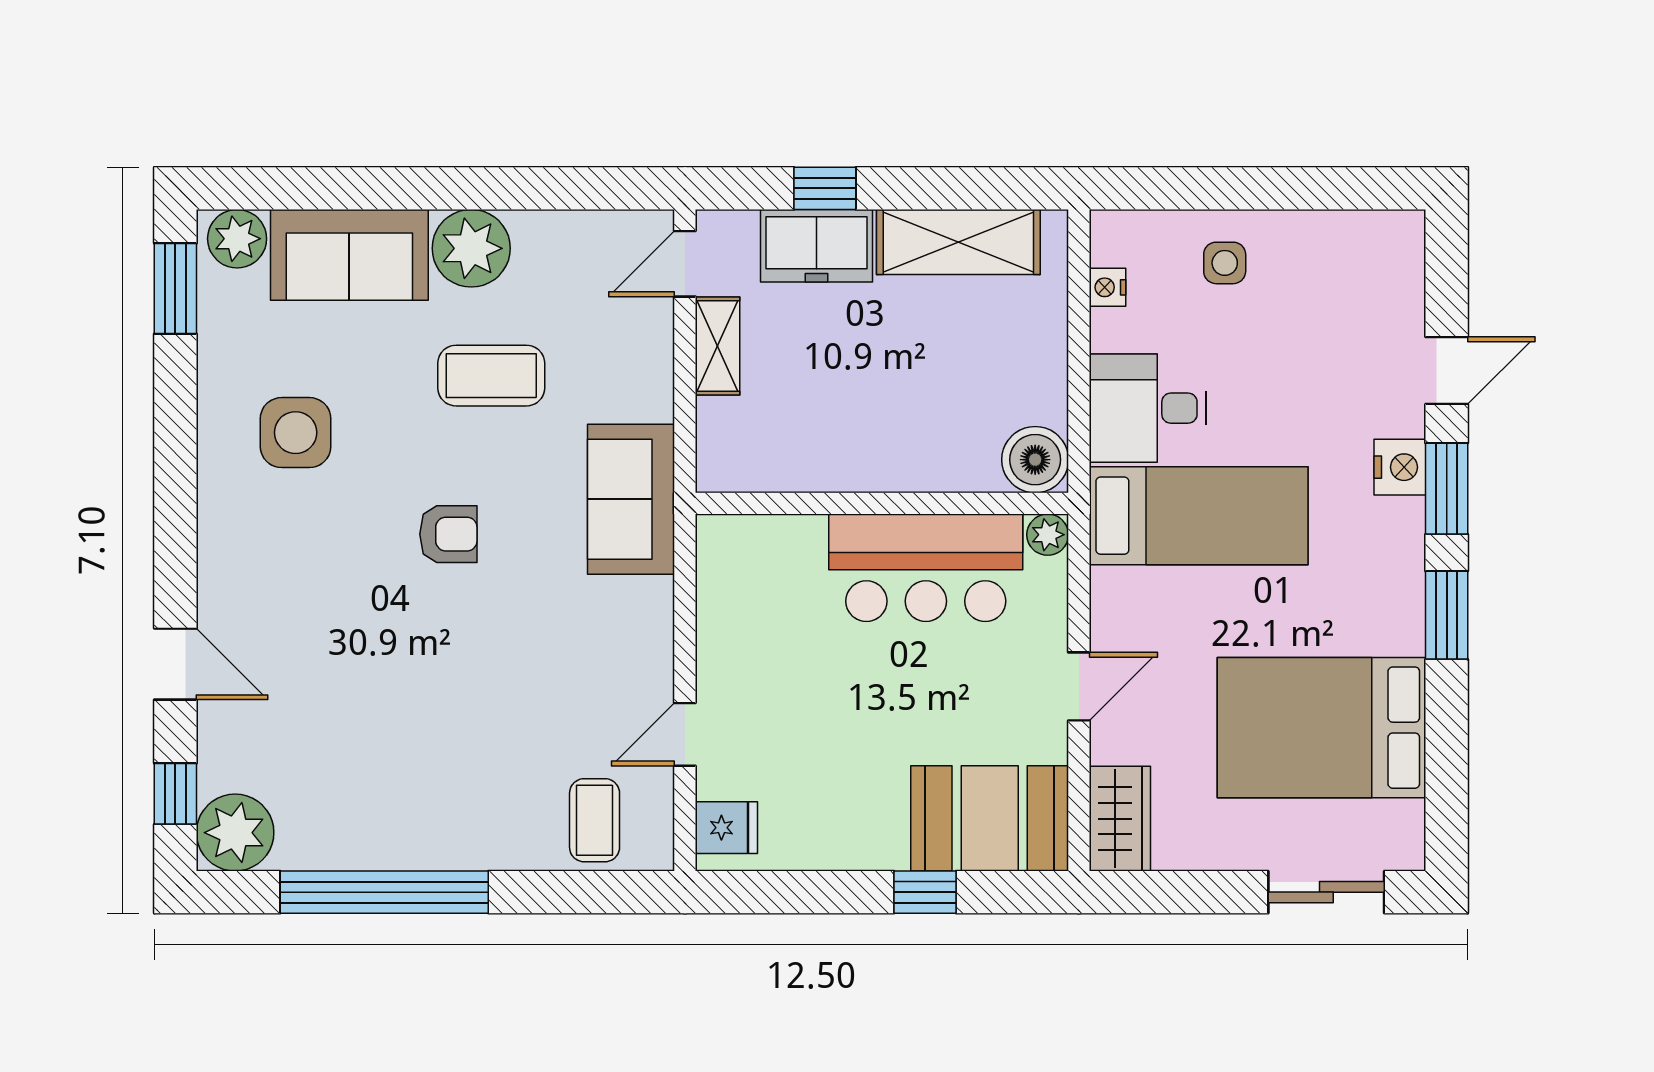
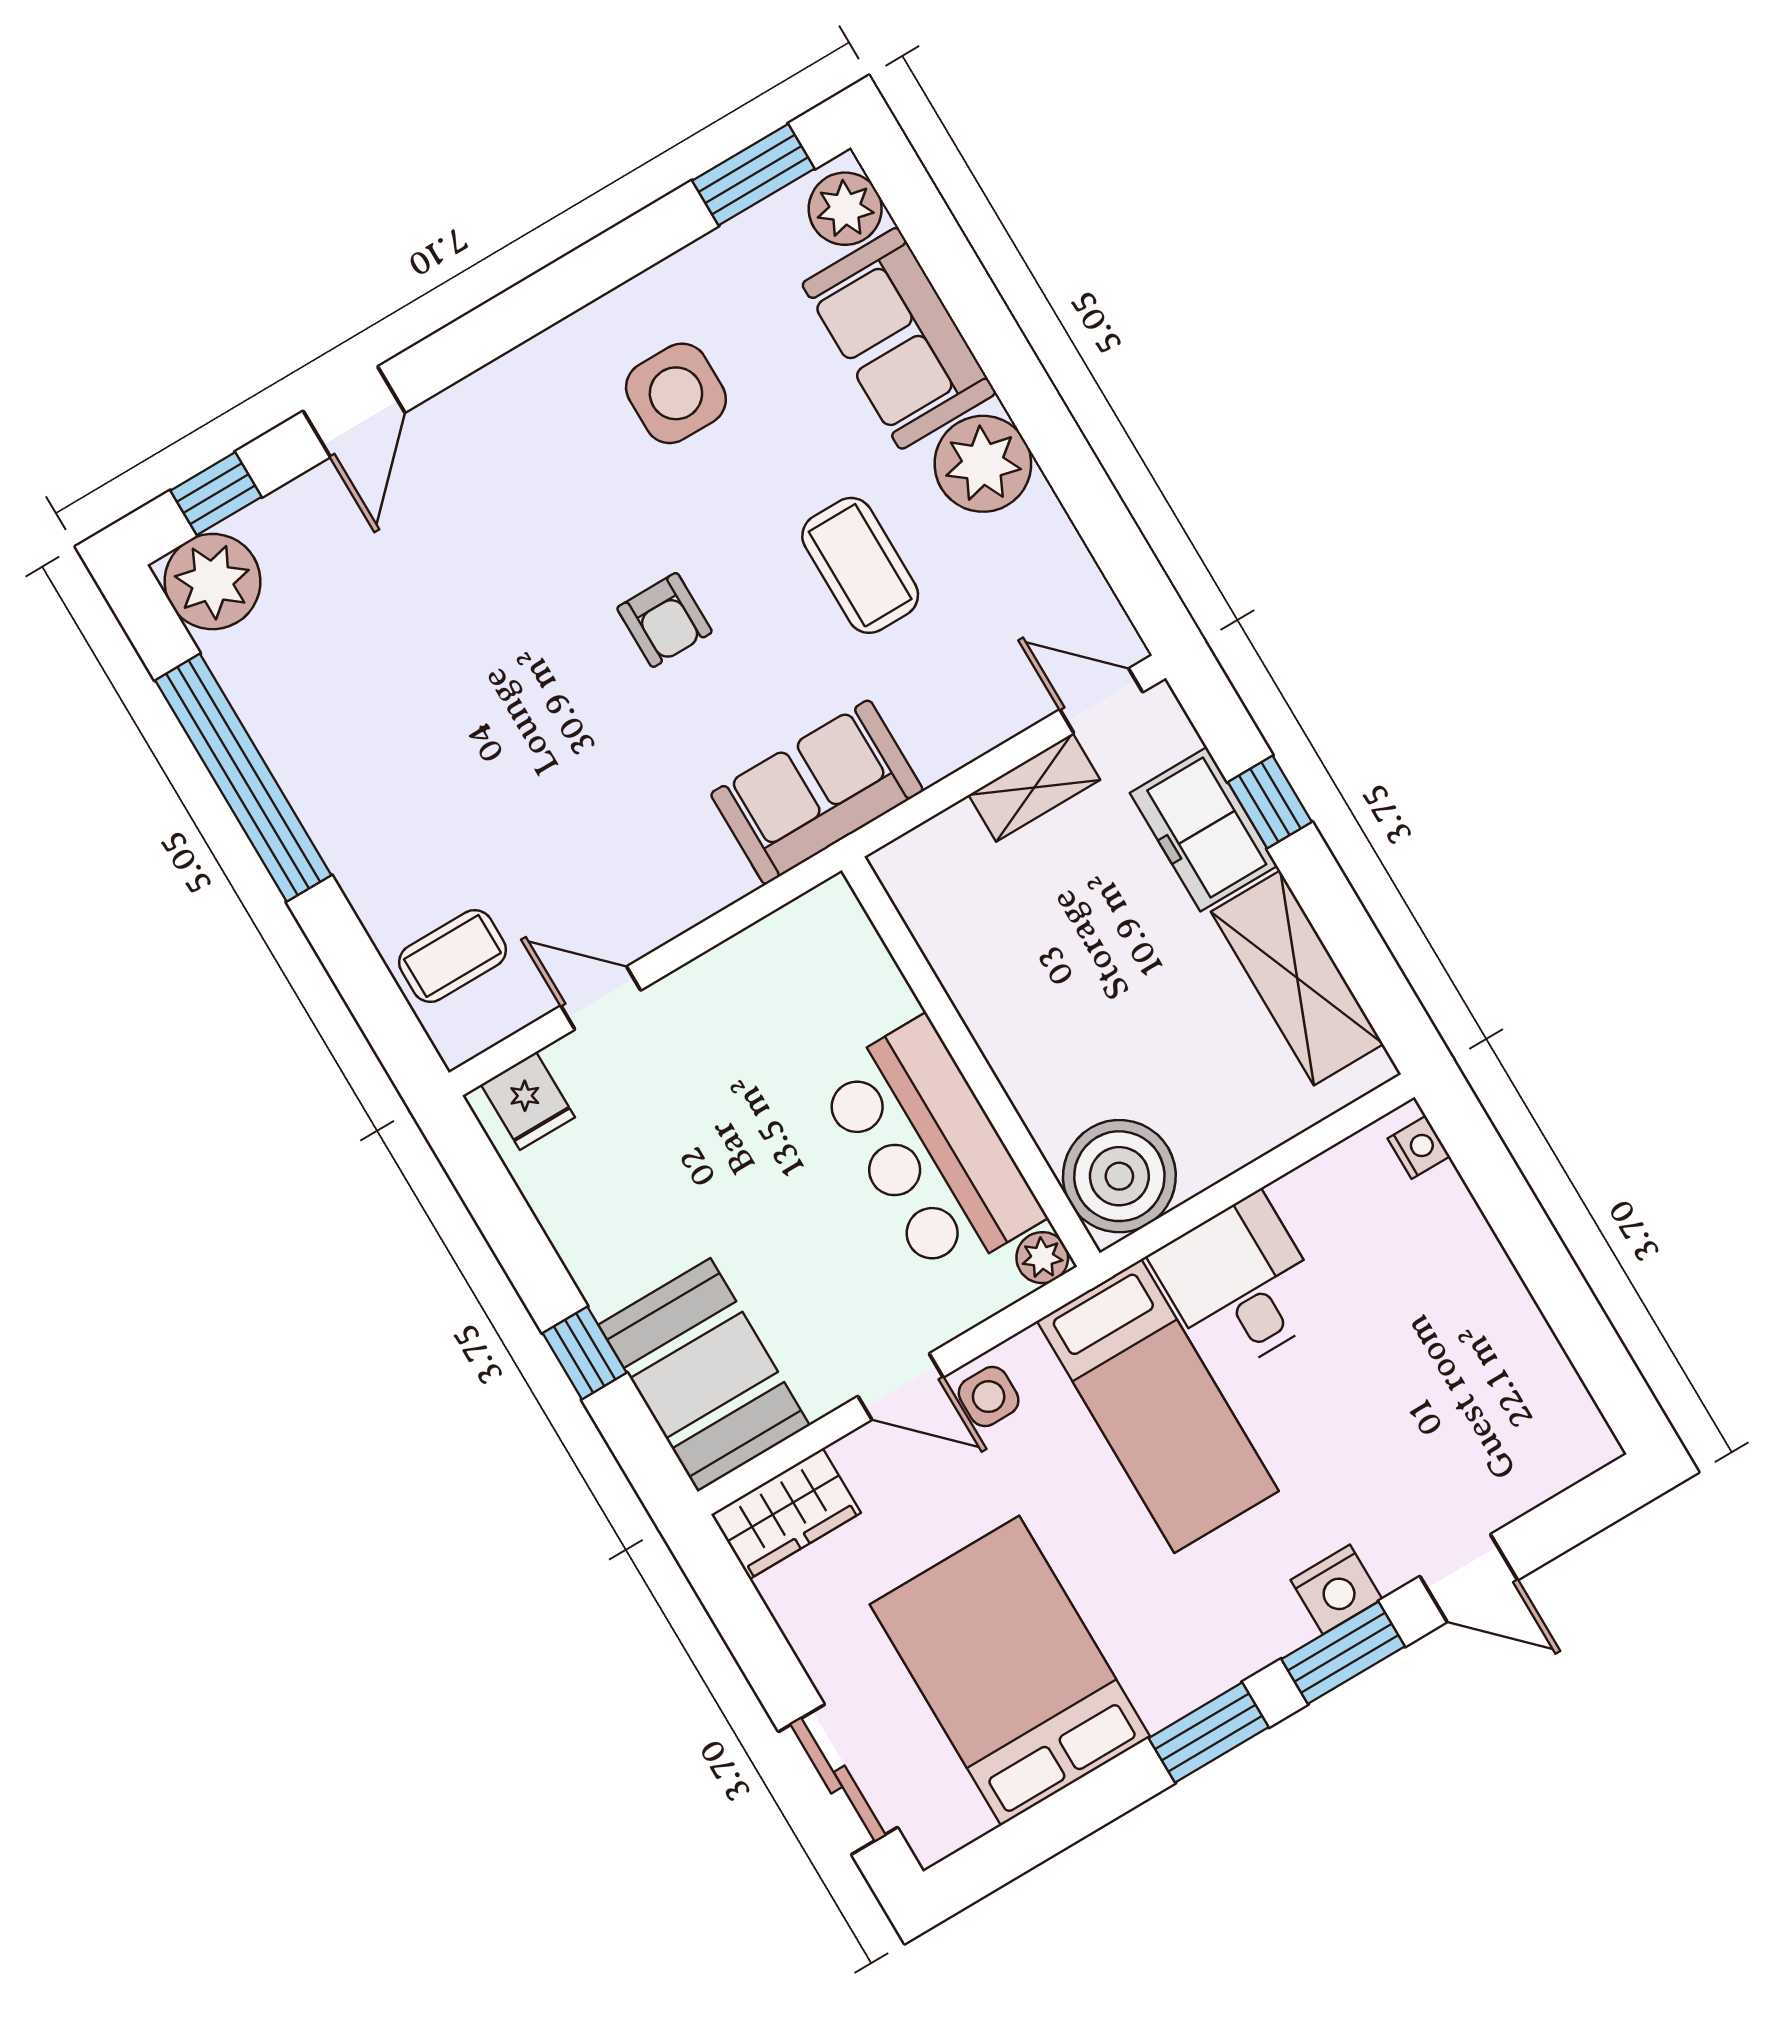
side table: (1225, 263) -> (989, 1397), moved
nightstand: (1108, 287) -> (1419, 1147), moved, turned 90
boiler: (1035, 460) -> (1119, 1176), width x1.37, depth x1.37

